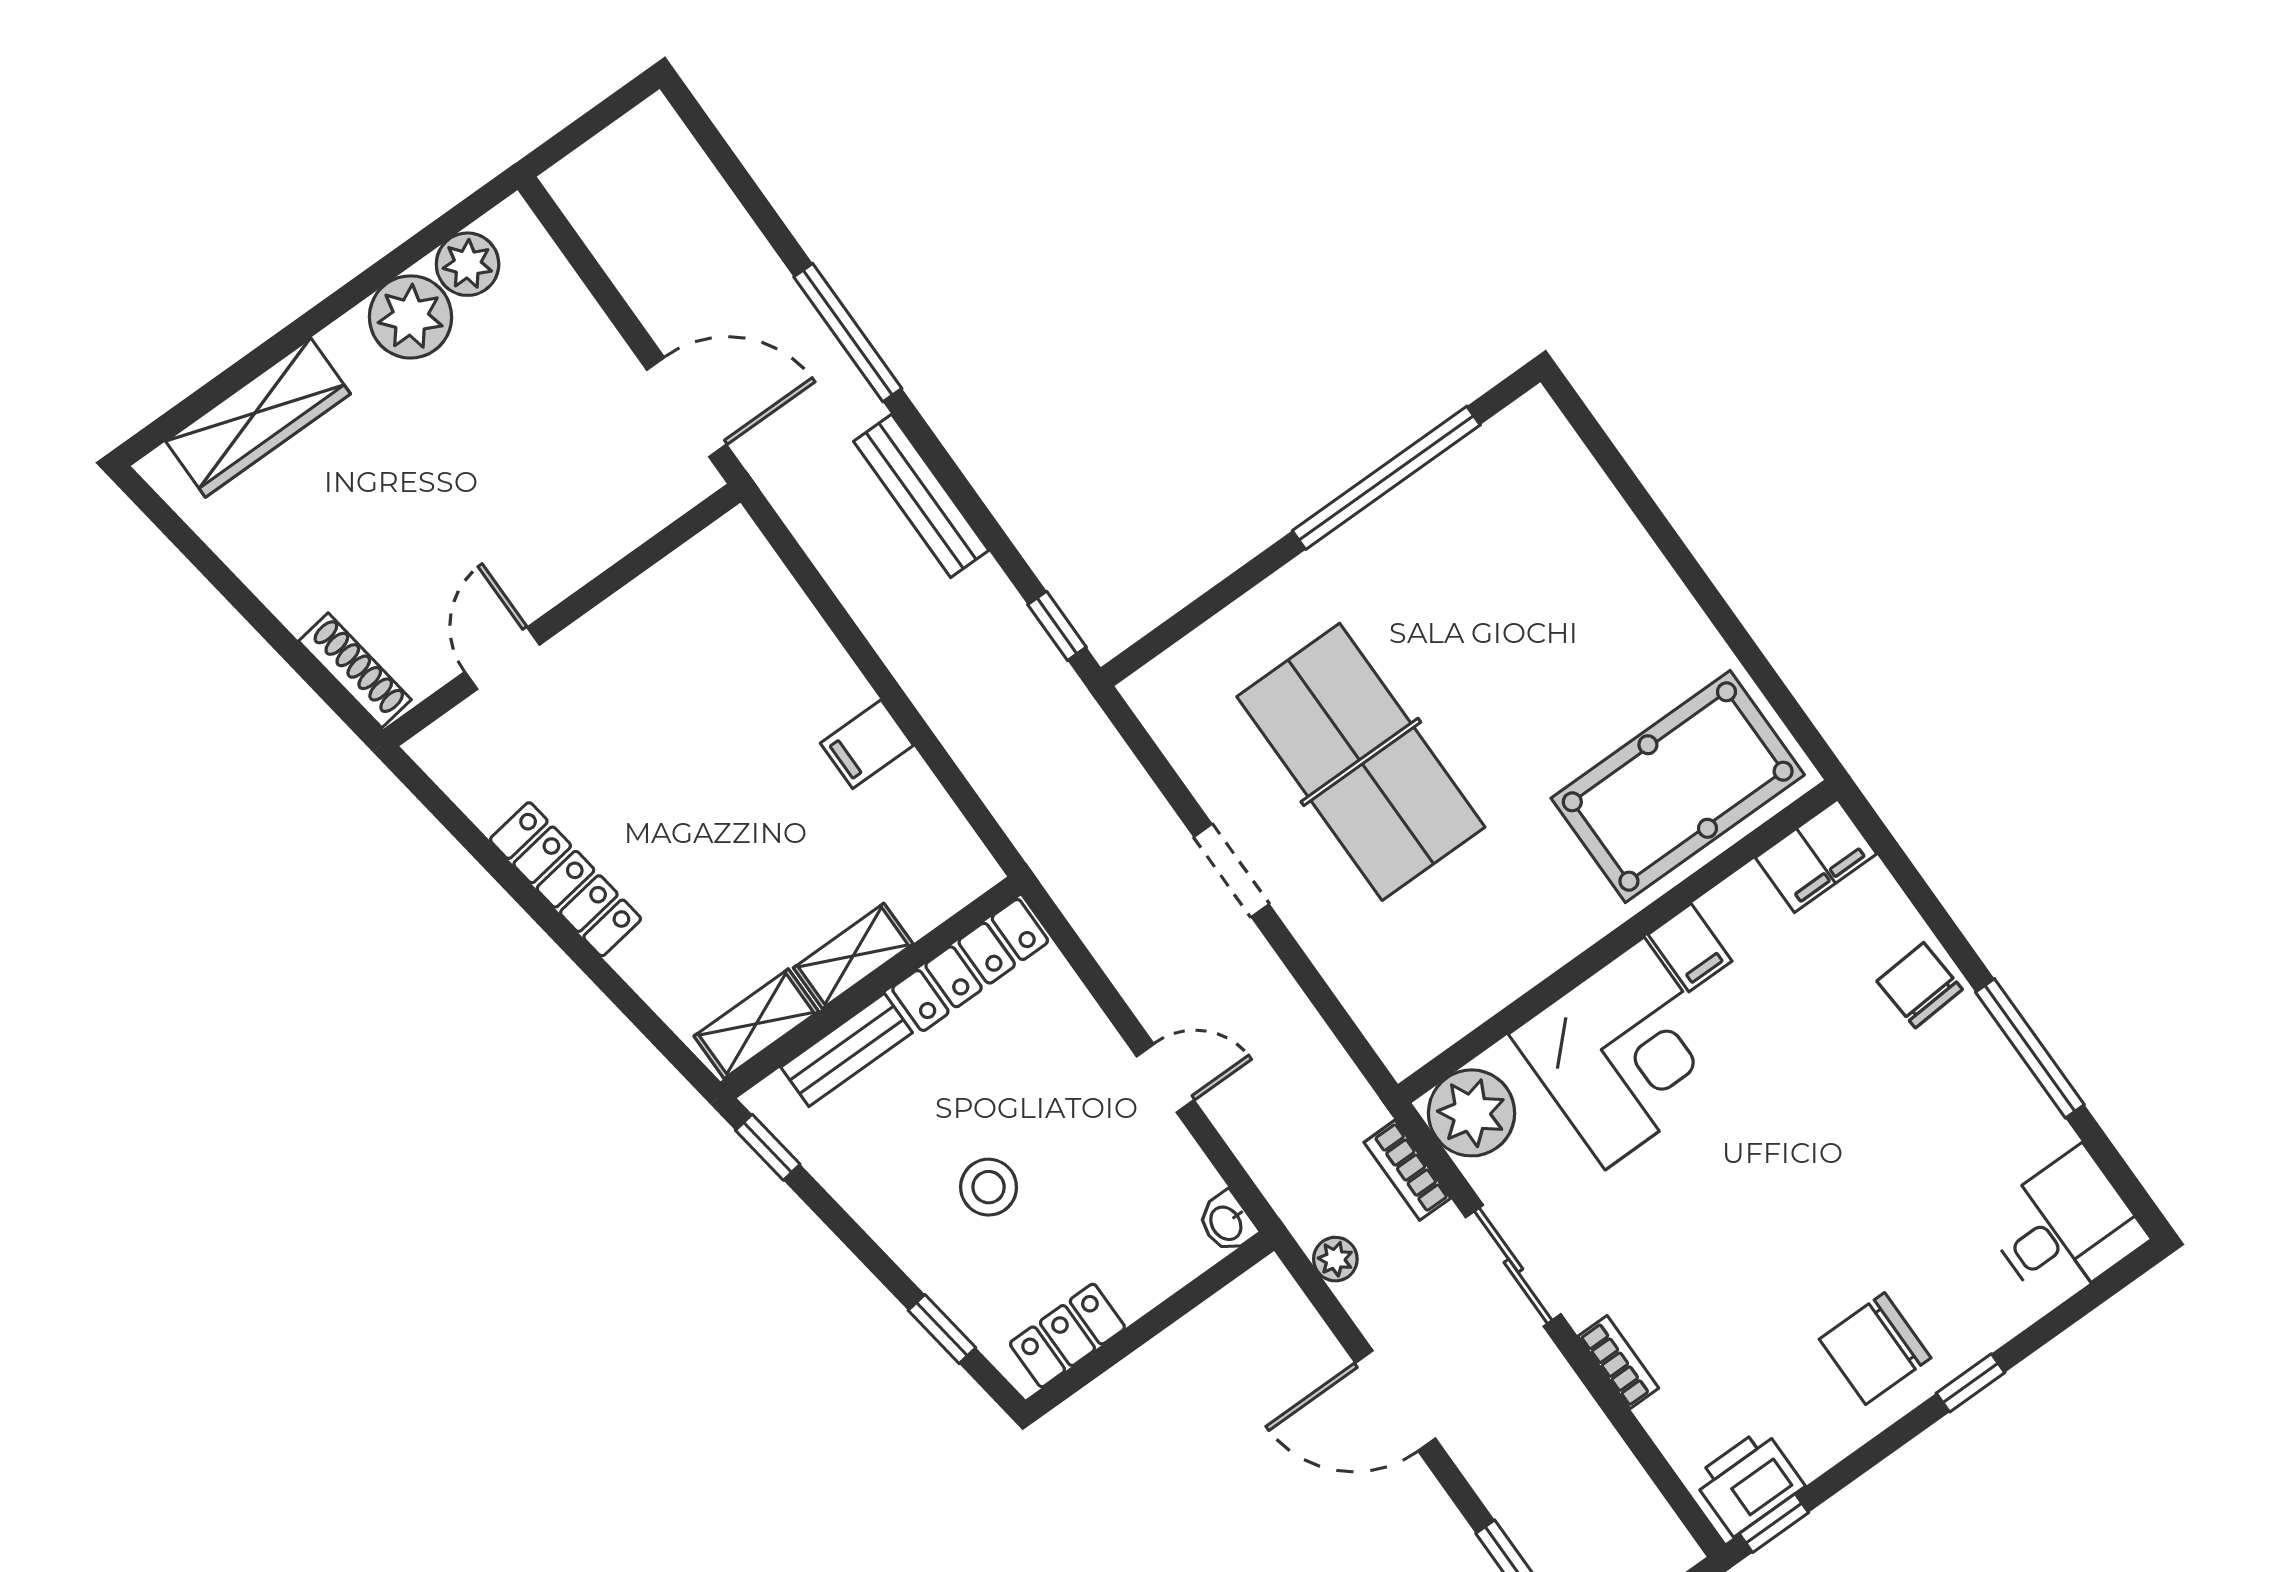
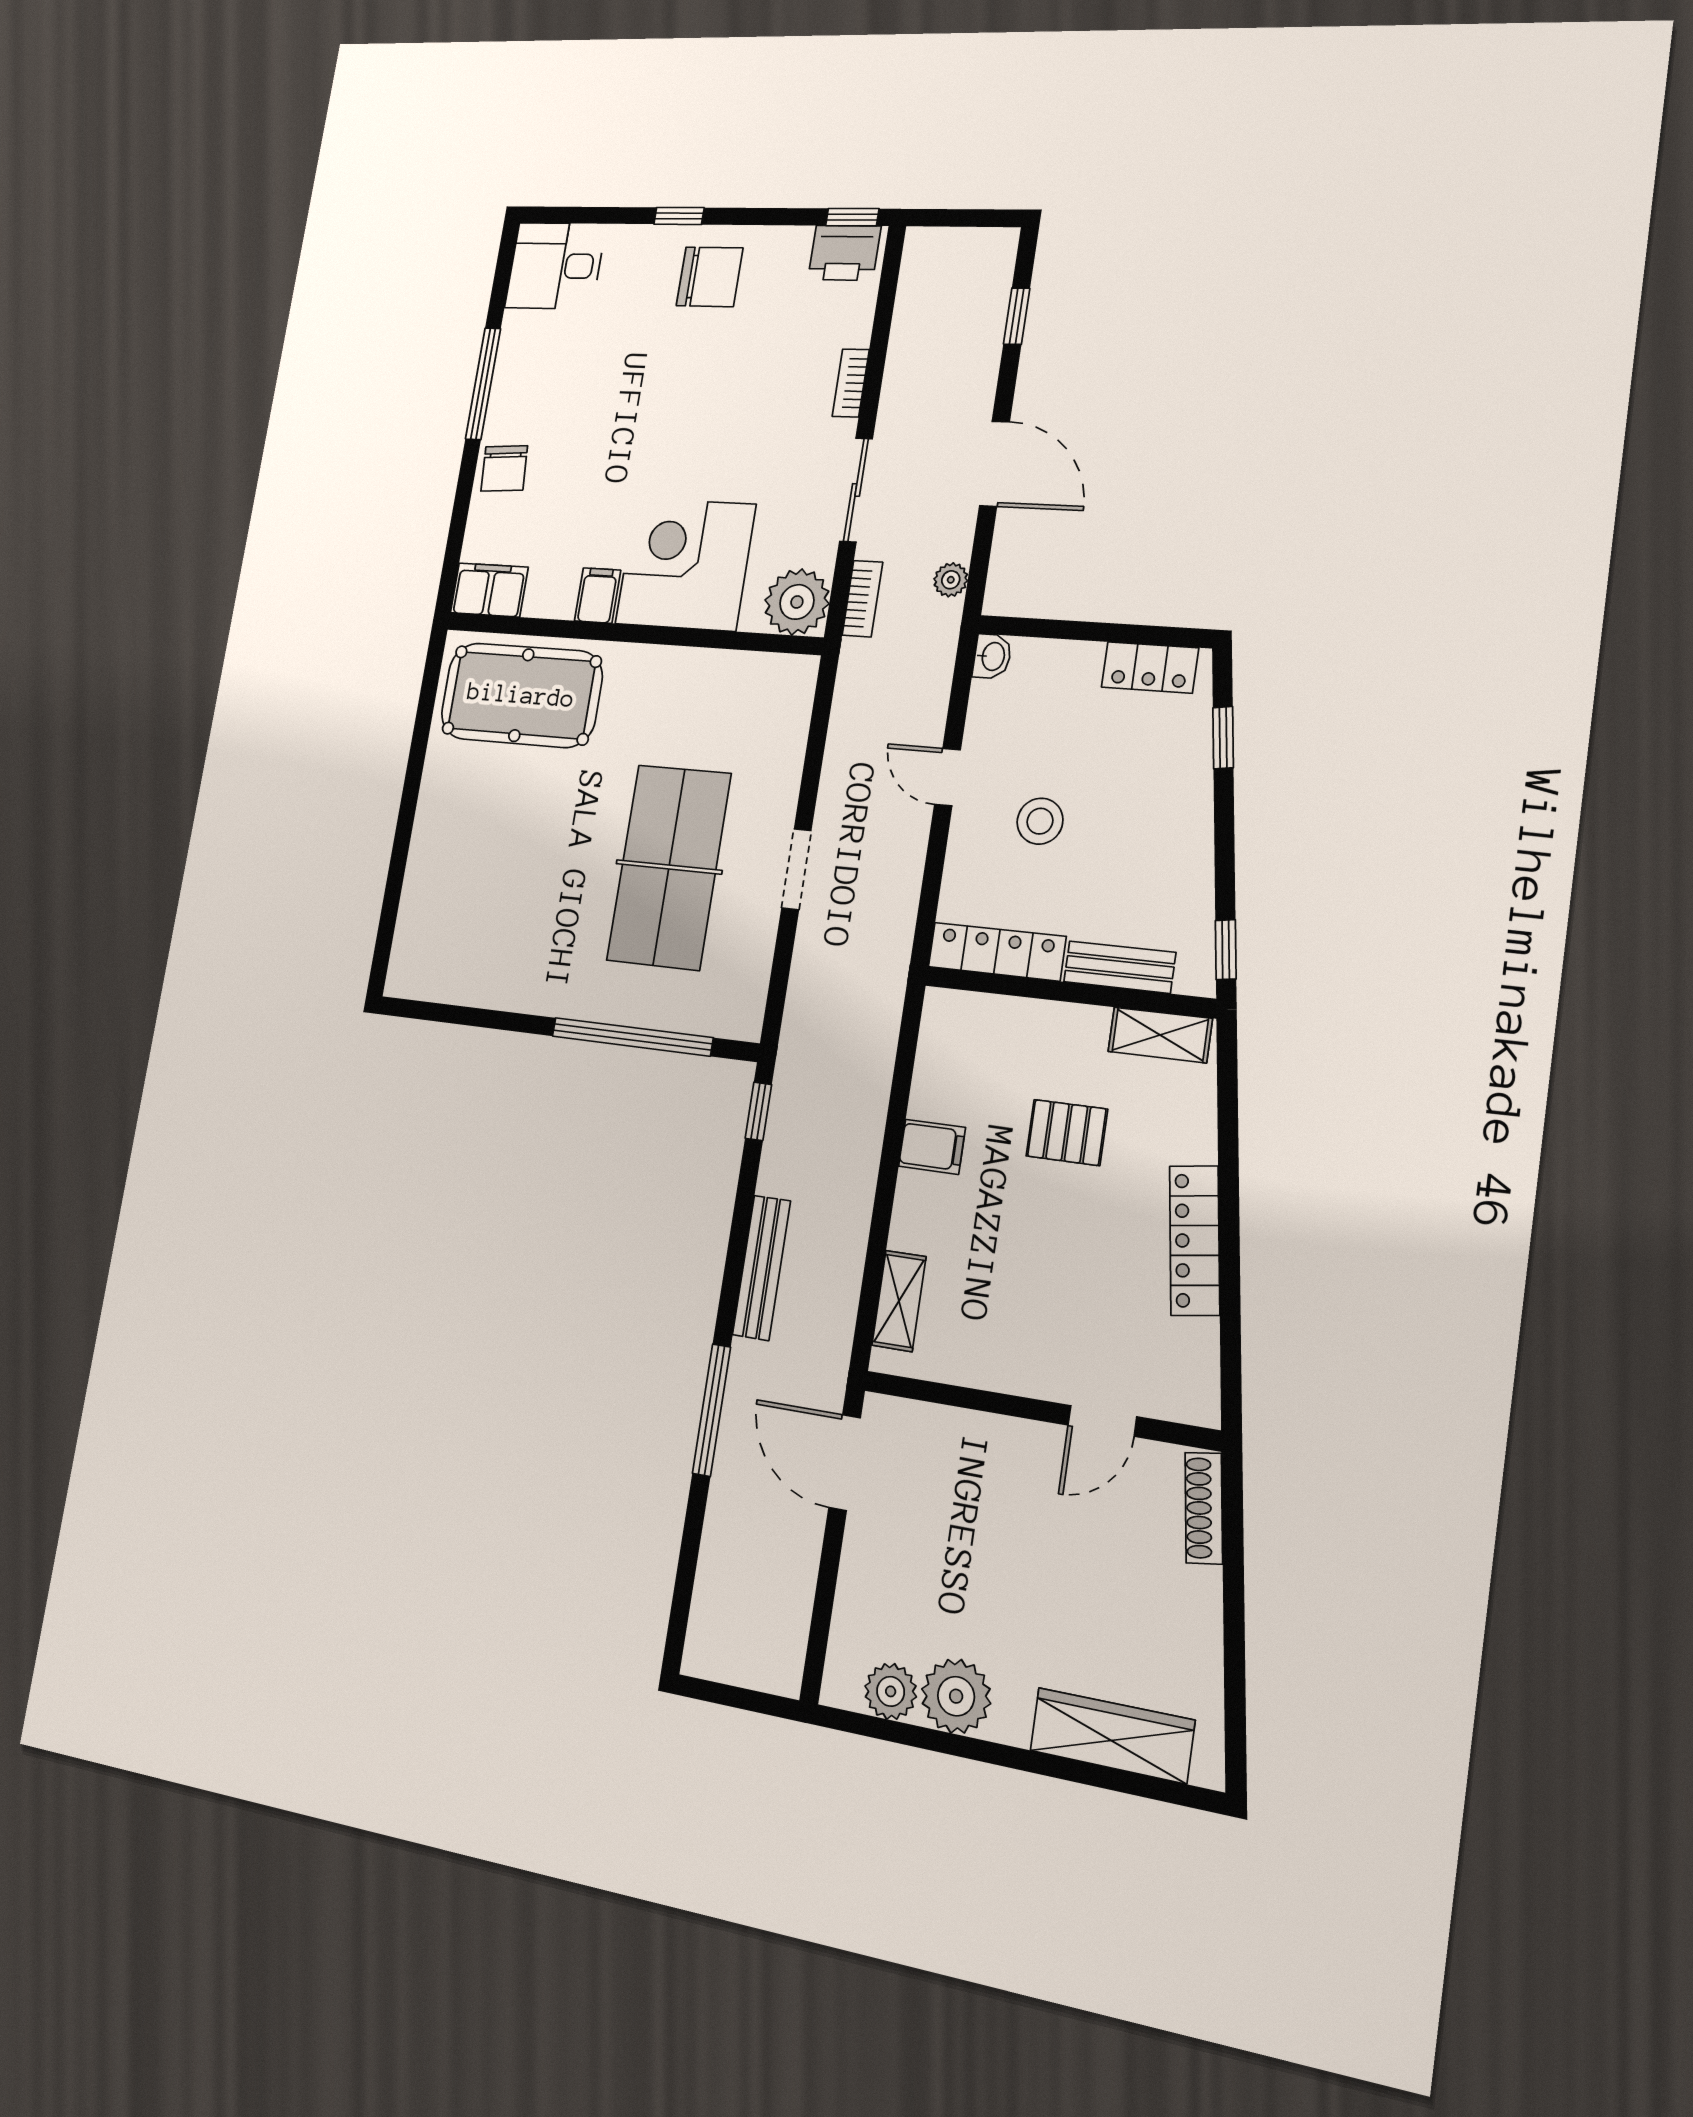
window: (1386, 478) -> (632, 1037), moved
pallet: (759, 867) -> (1067, 1133), added
shelving: (853, 956) -> (899, 1301), moved, turned 90
stool: (989, 1187) -> (1040, 821), moved

